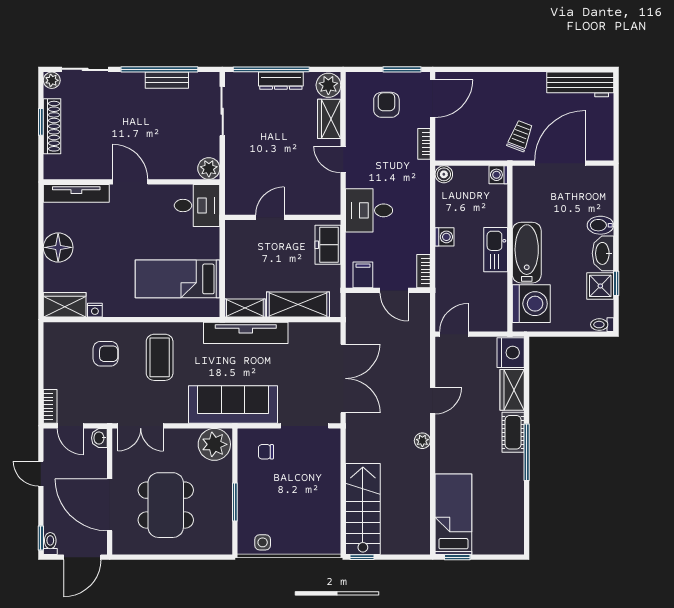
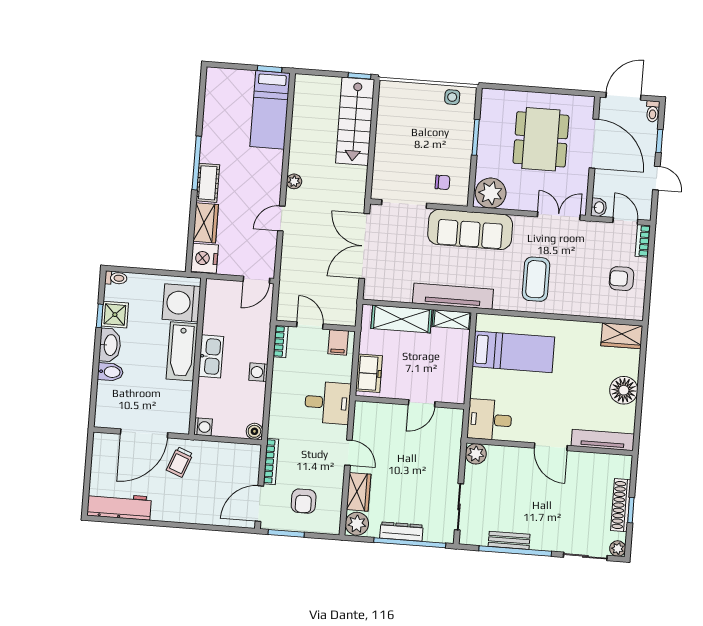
bookcase: (424, 144) -> (271, 462), width x1.56
nightstand: (95, 310) -> (594, 328), removed
armchair: (106, 354) -> (622, 279), moved
window: (41, 538) -> (659, 141), moved

